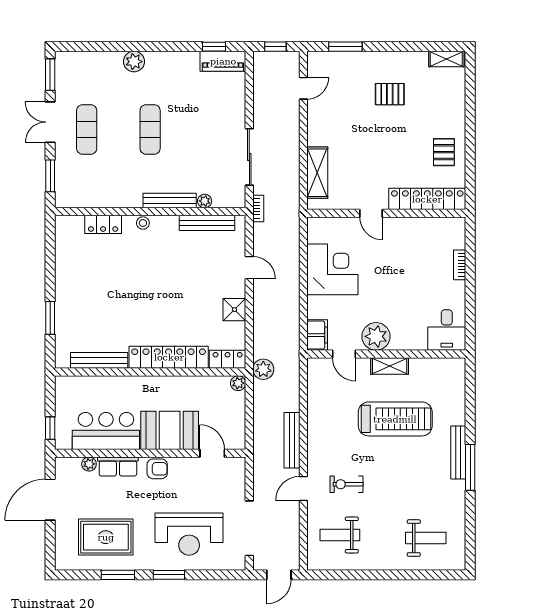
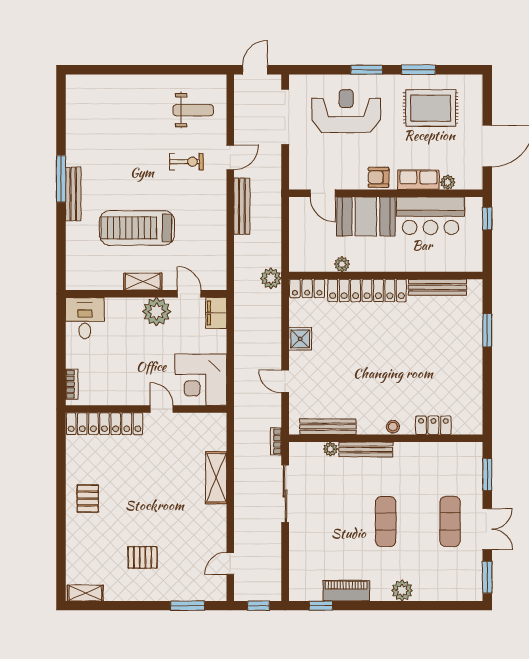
piano: (223, 61) -> (346, 591), moved
locker: (427, 199) -> (105, 424), moved
door: (371, 213) -> (162, 409), moved
wall: (386, 213) -> (146, 409), moved
plant: (238, 383) -> (342, 264), moved
weight bench: (426, 538) -> (106, 107), removed

